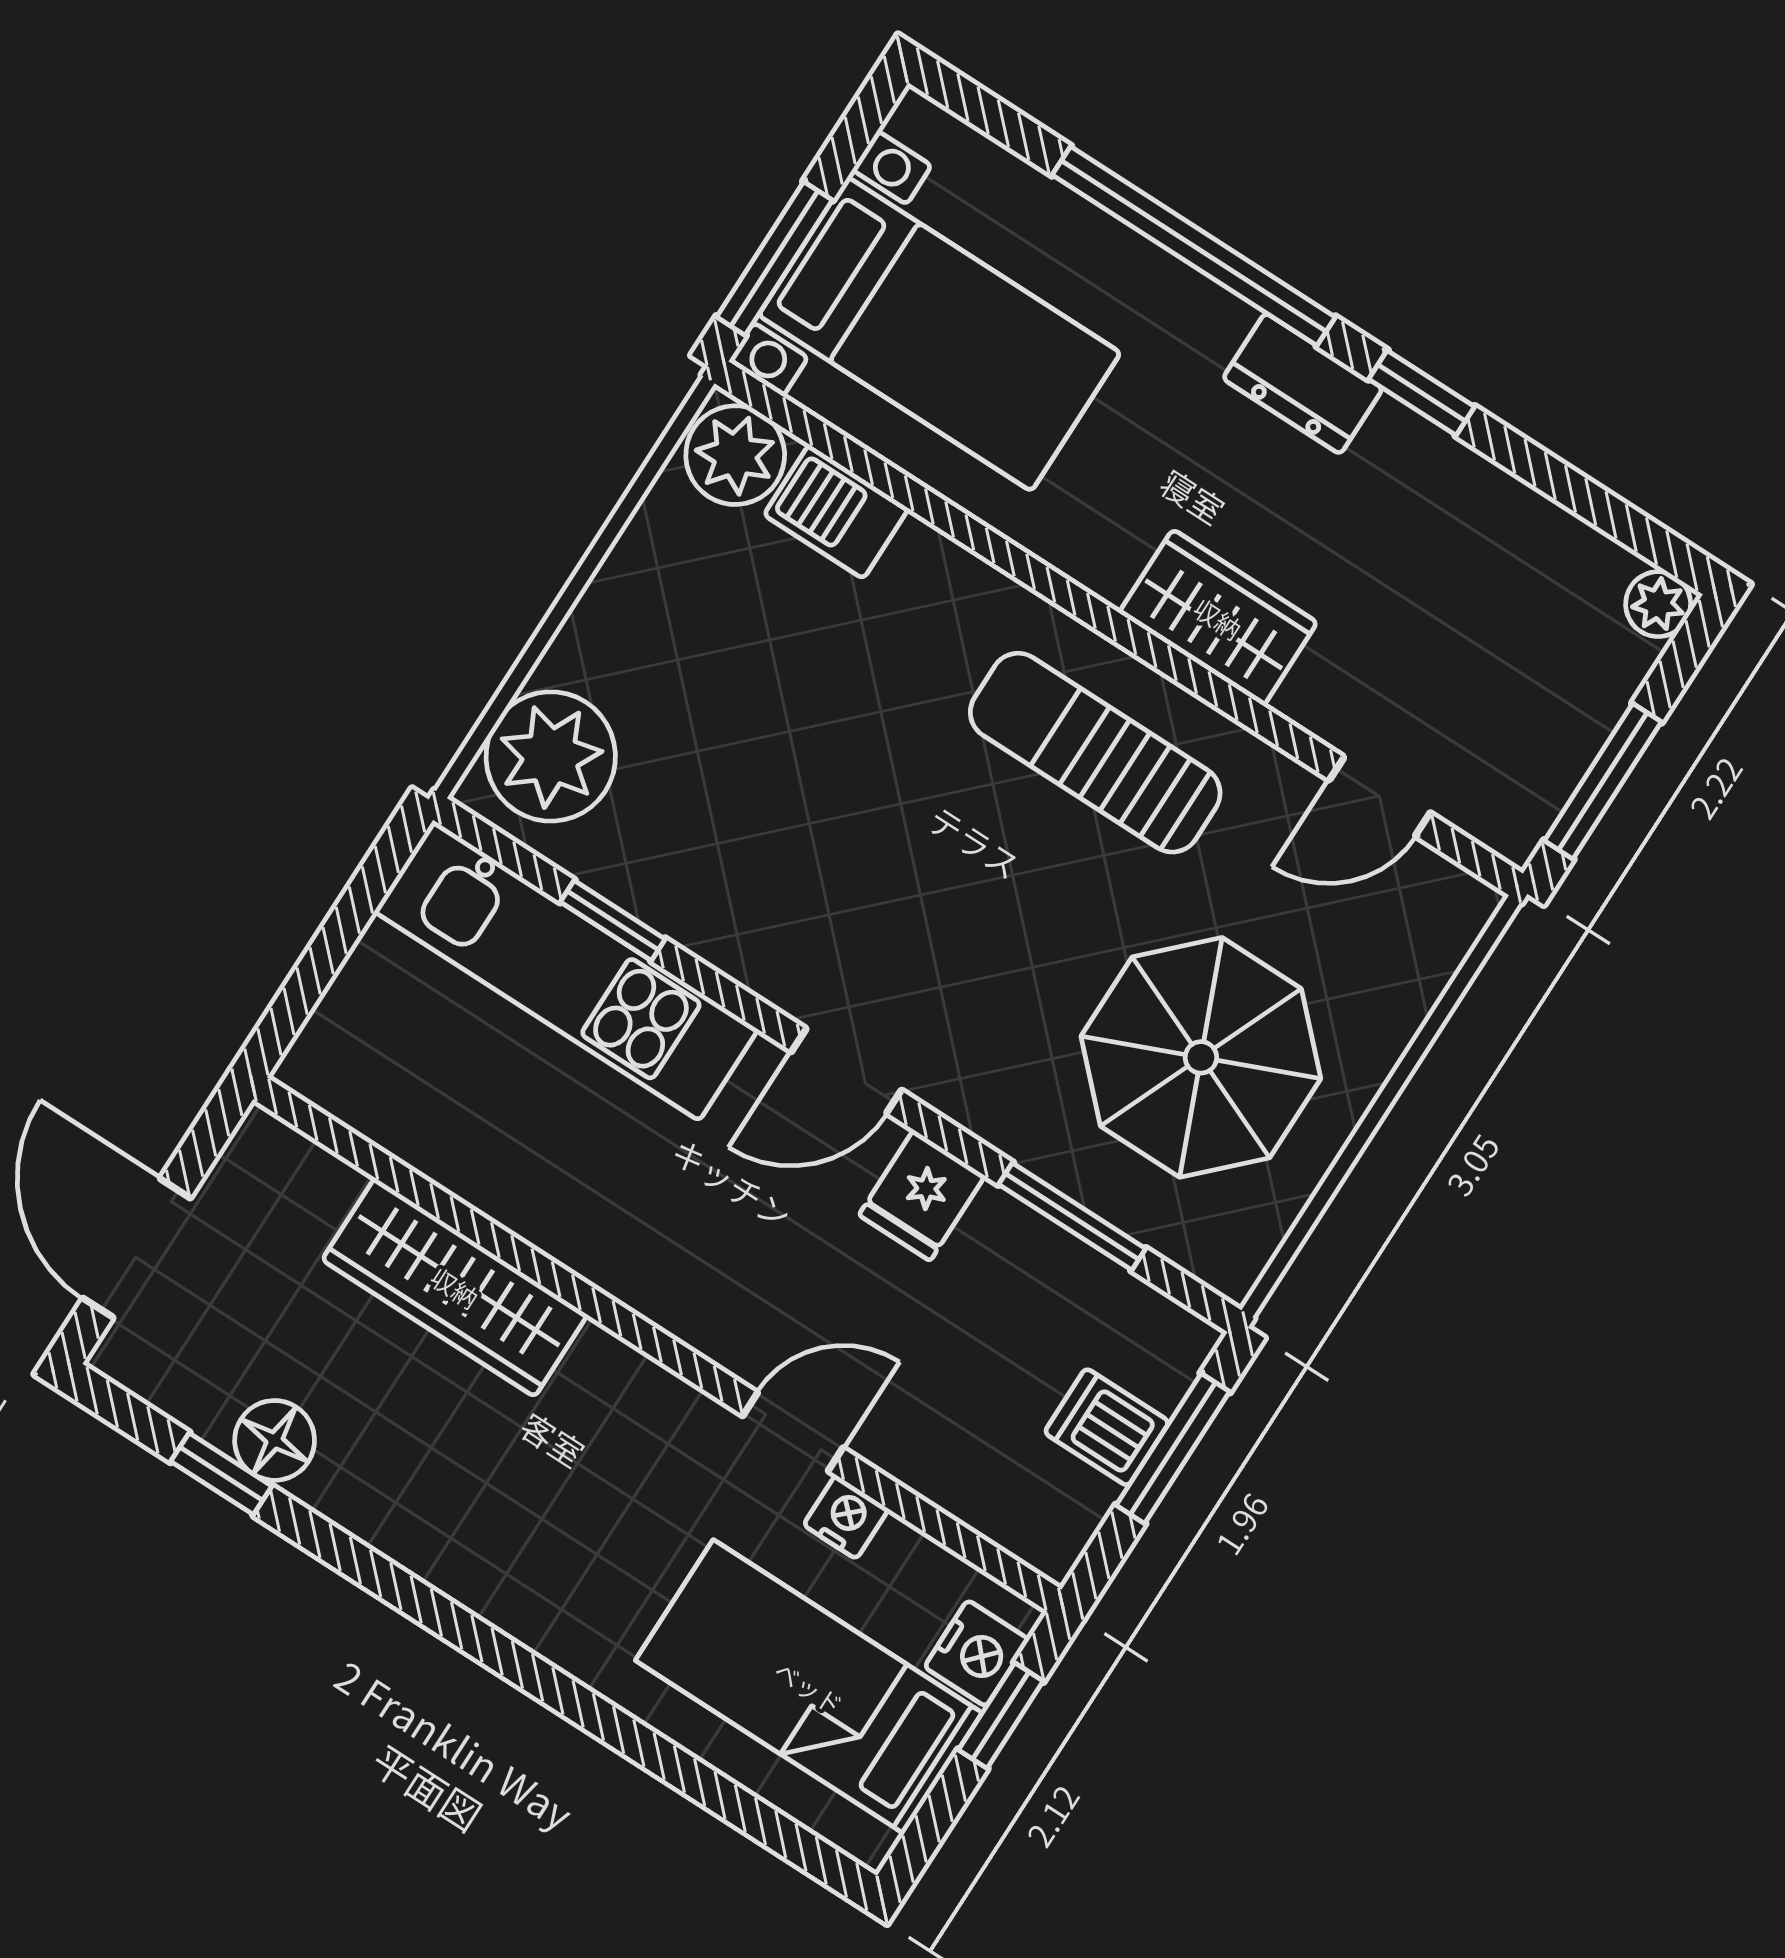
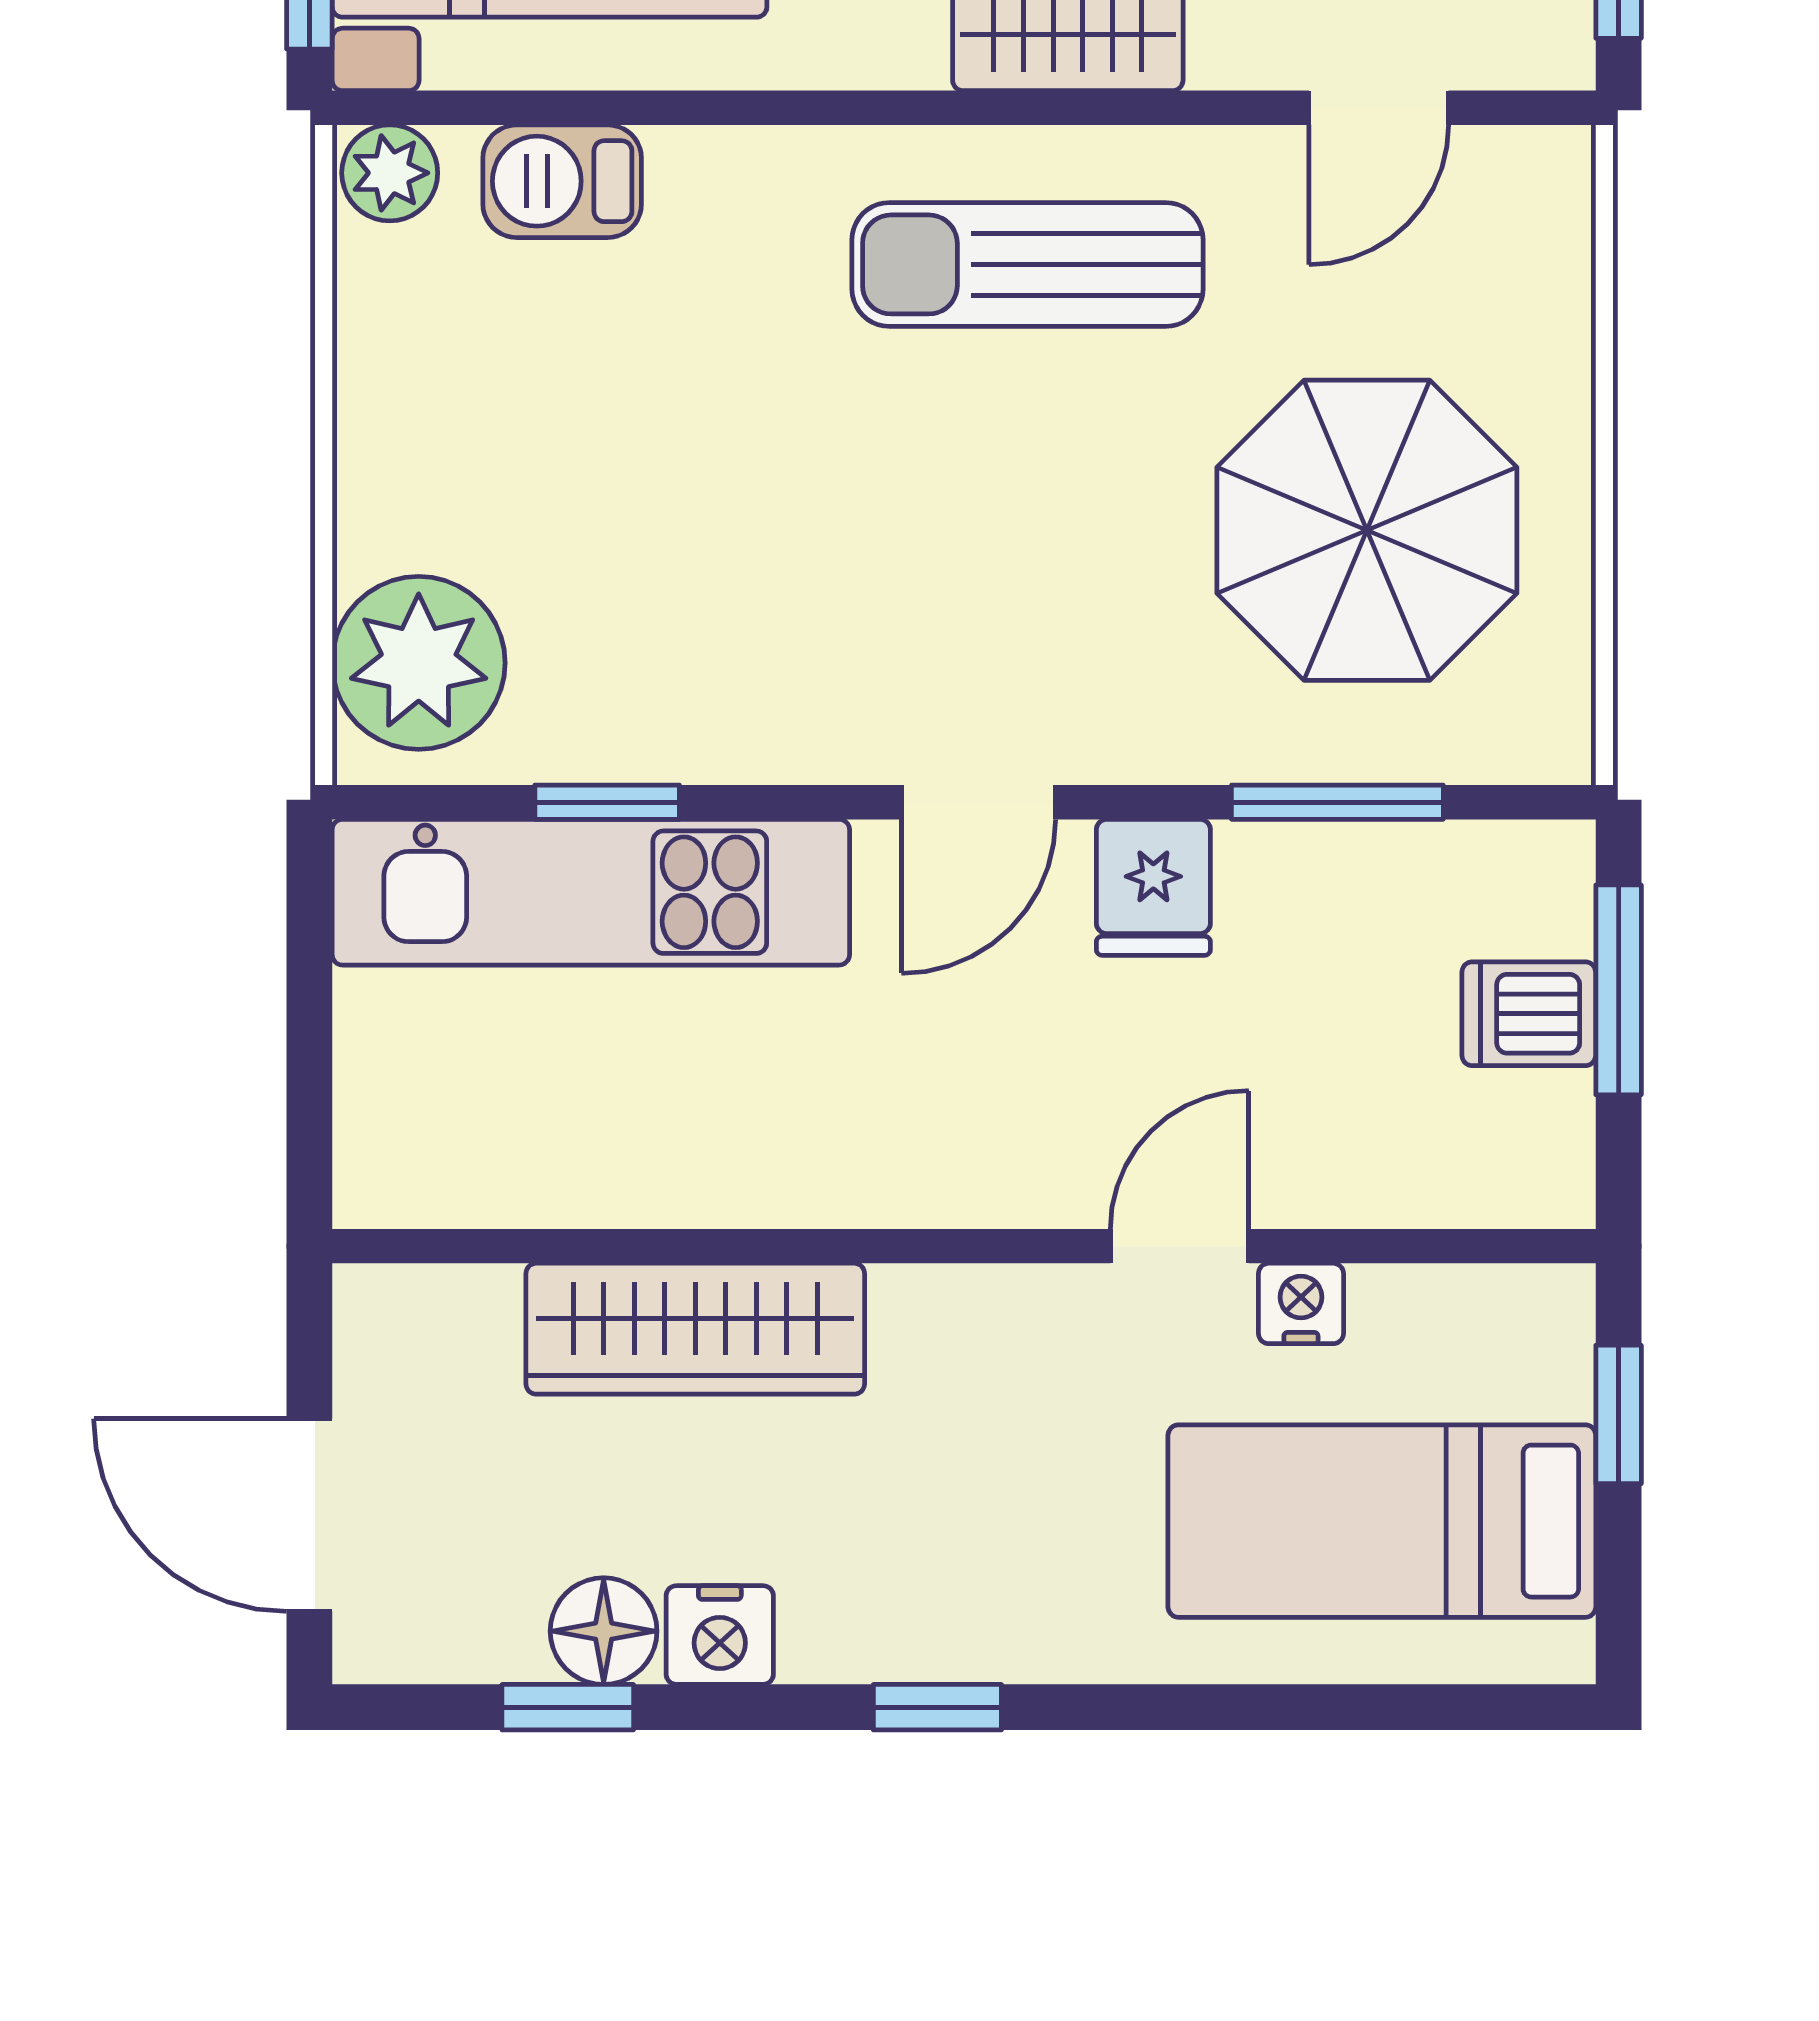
plant: (735, 455) -> (390, 173), width x0.73, depth x0.73
window: (454, 1624) -> (937, 1707), added
nightstand: (977, 1653) -> (720, 1635), moved, turned 90

